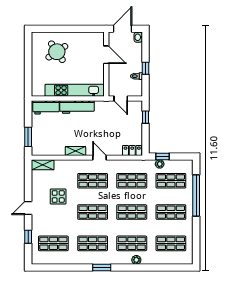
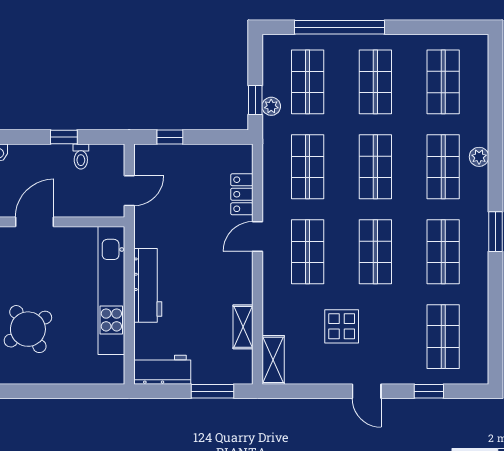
workbench: (46, 107) -> (162, 370), moved, turned -90
locker: (132, 150) -> (242, 194), moved
shelving: (75, 151) -> (243, 327), moved

